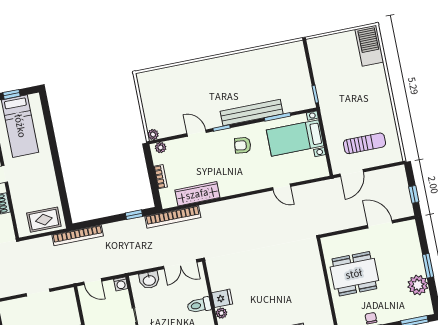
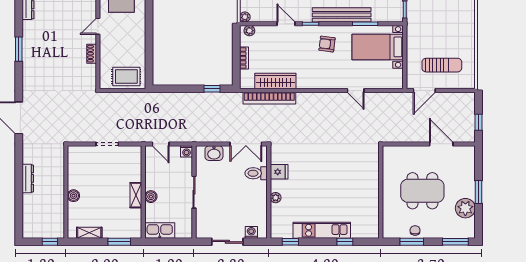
bookcase: (173, 217) -> (269, 98), moved
bookcase: (78, 235) -> (155, 98), removed
dining table: (354, 274) -> (422, 191), moved
fridge: (222, 298) -> (279, 172), moved
toilet: (199, 305) -> (256, 173), moved

